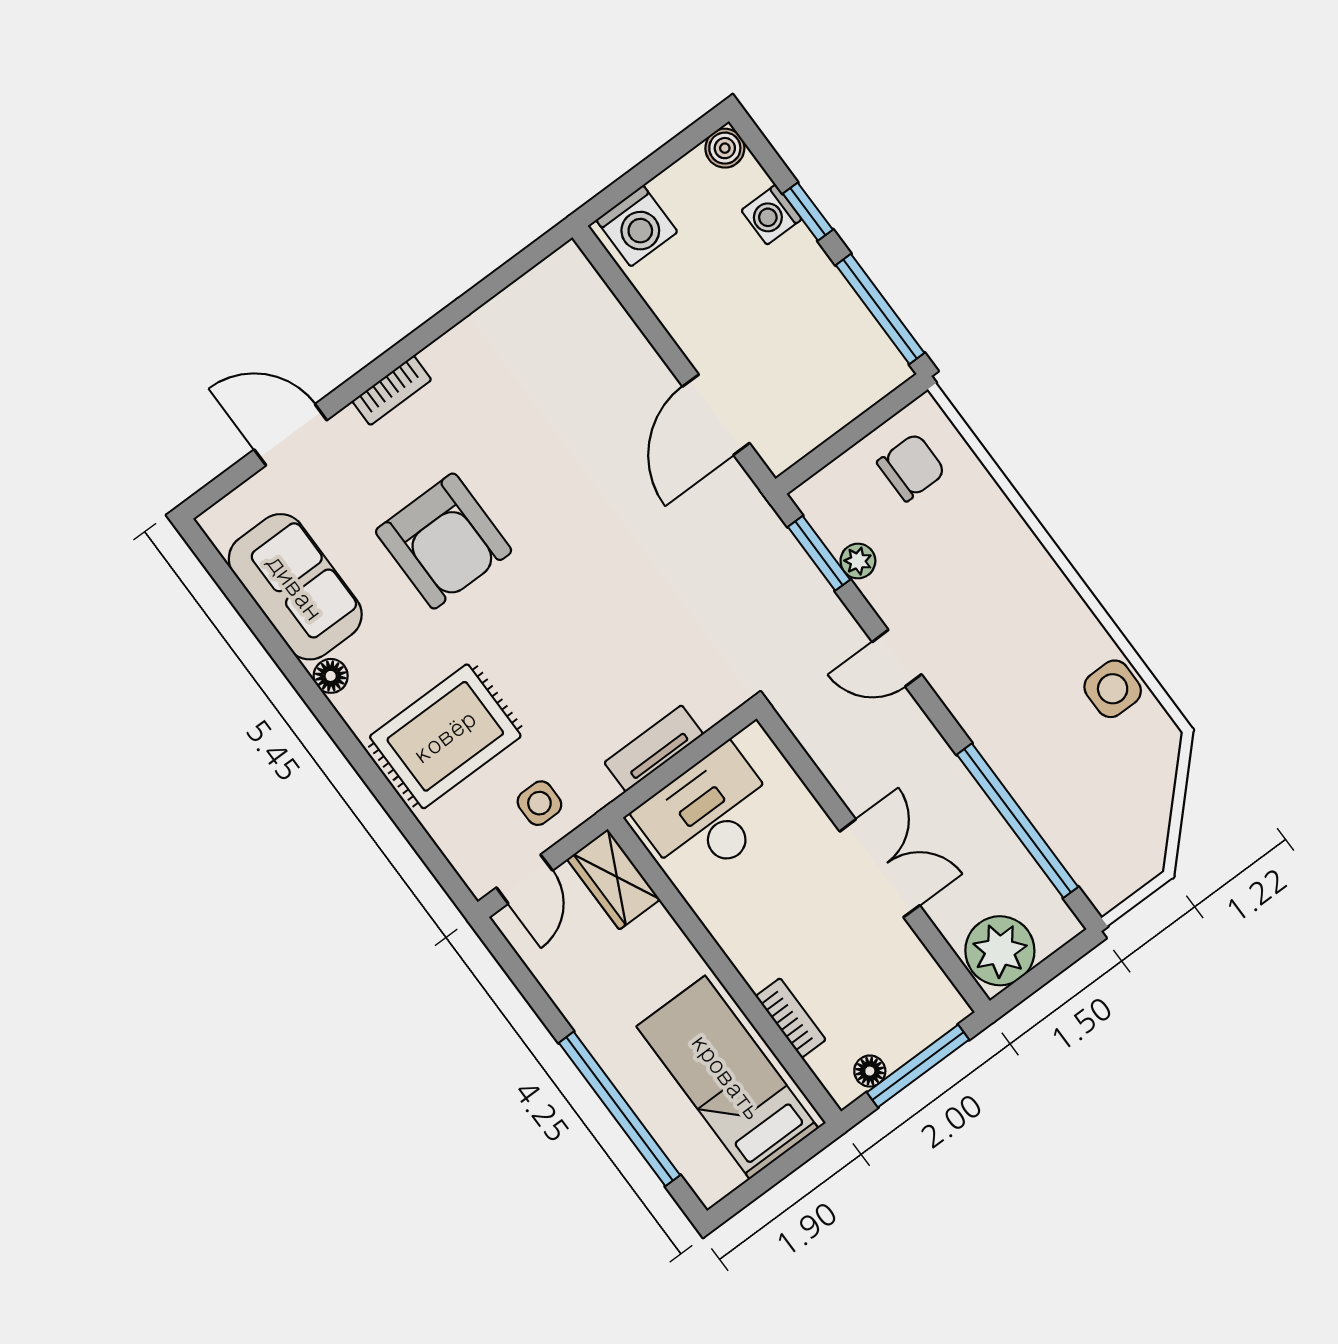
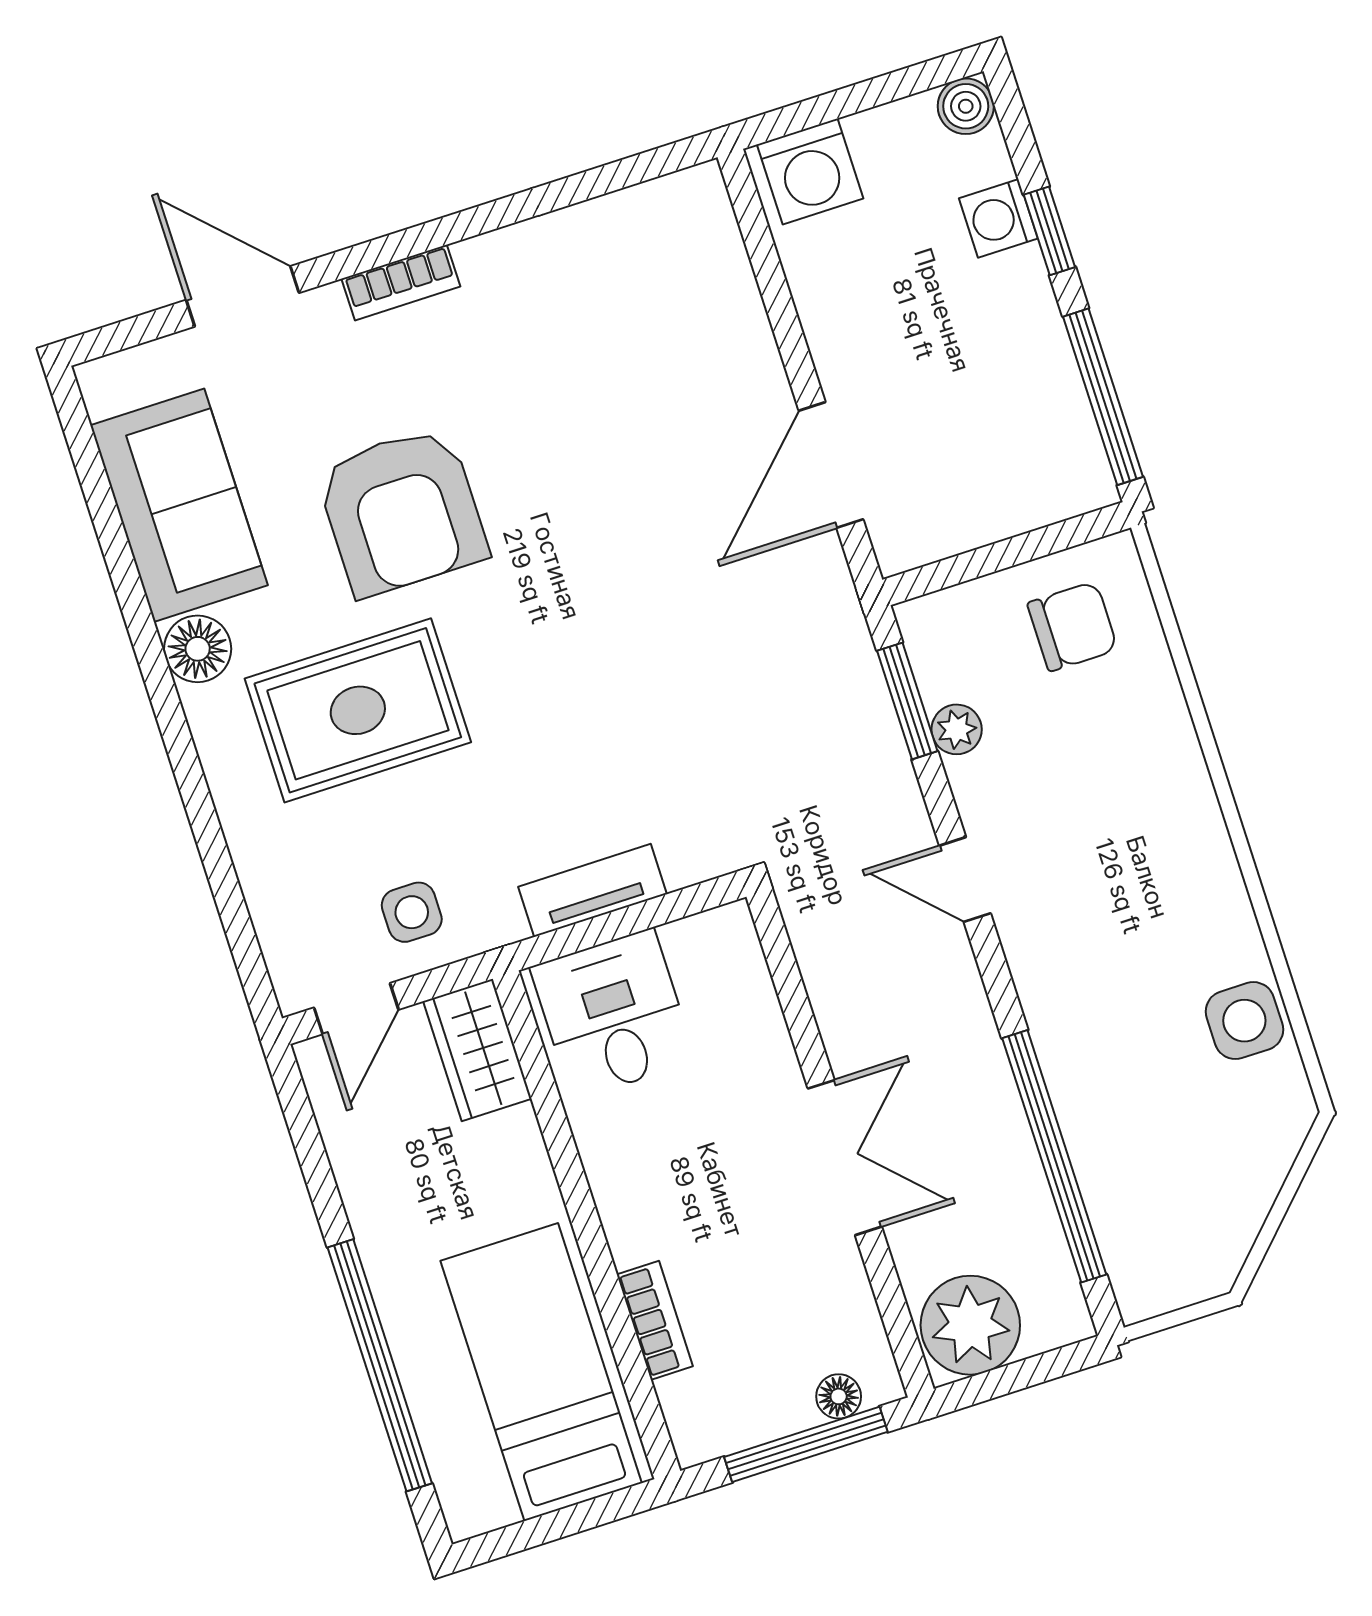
floor lamp: (331, 676) -> (198, 649), width x1.37, depth x1.37
rug: (445, 736) -> (358, 710), moved
desk: (708, 815) -> (613, 1014), width x0.73
floor lamp: (870, 1071) -> (839, 1396), moved

